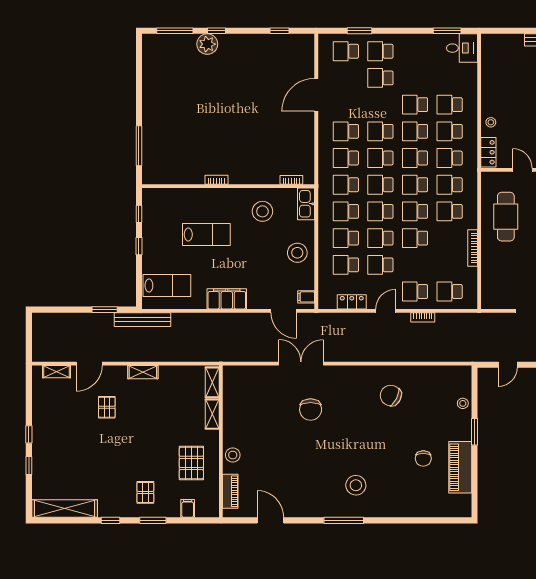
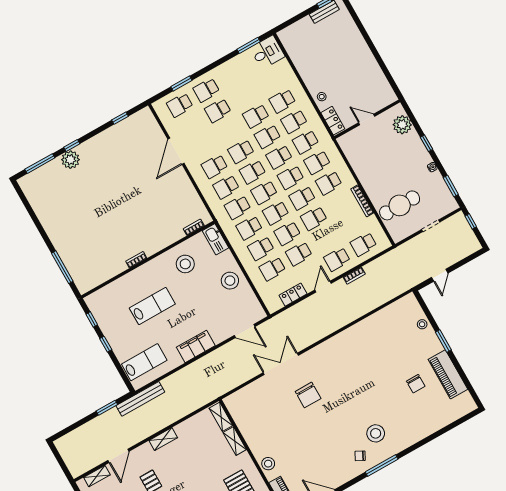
cafe table: (506, 217) -> (400, 205), moved, turned 90
filing cabinet: (306, 297) -> (256, 311), removed
chair: (391, 396) -> (360, 456), moved, width x0.54, depth x0.54

